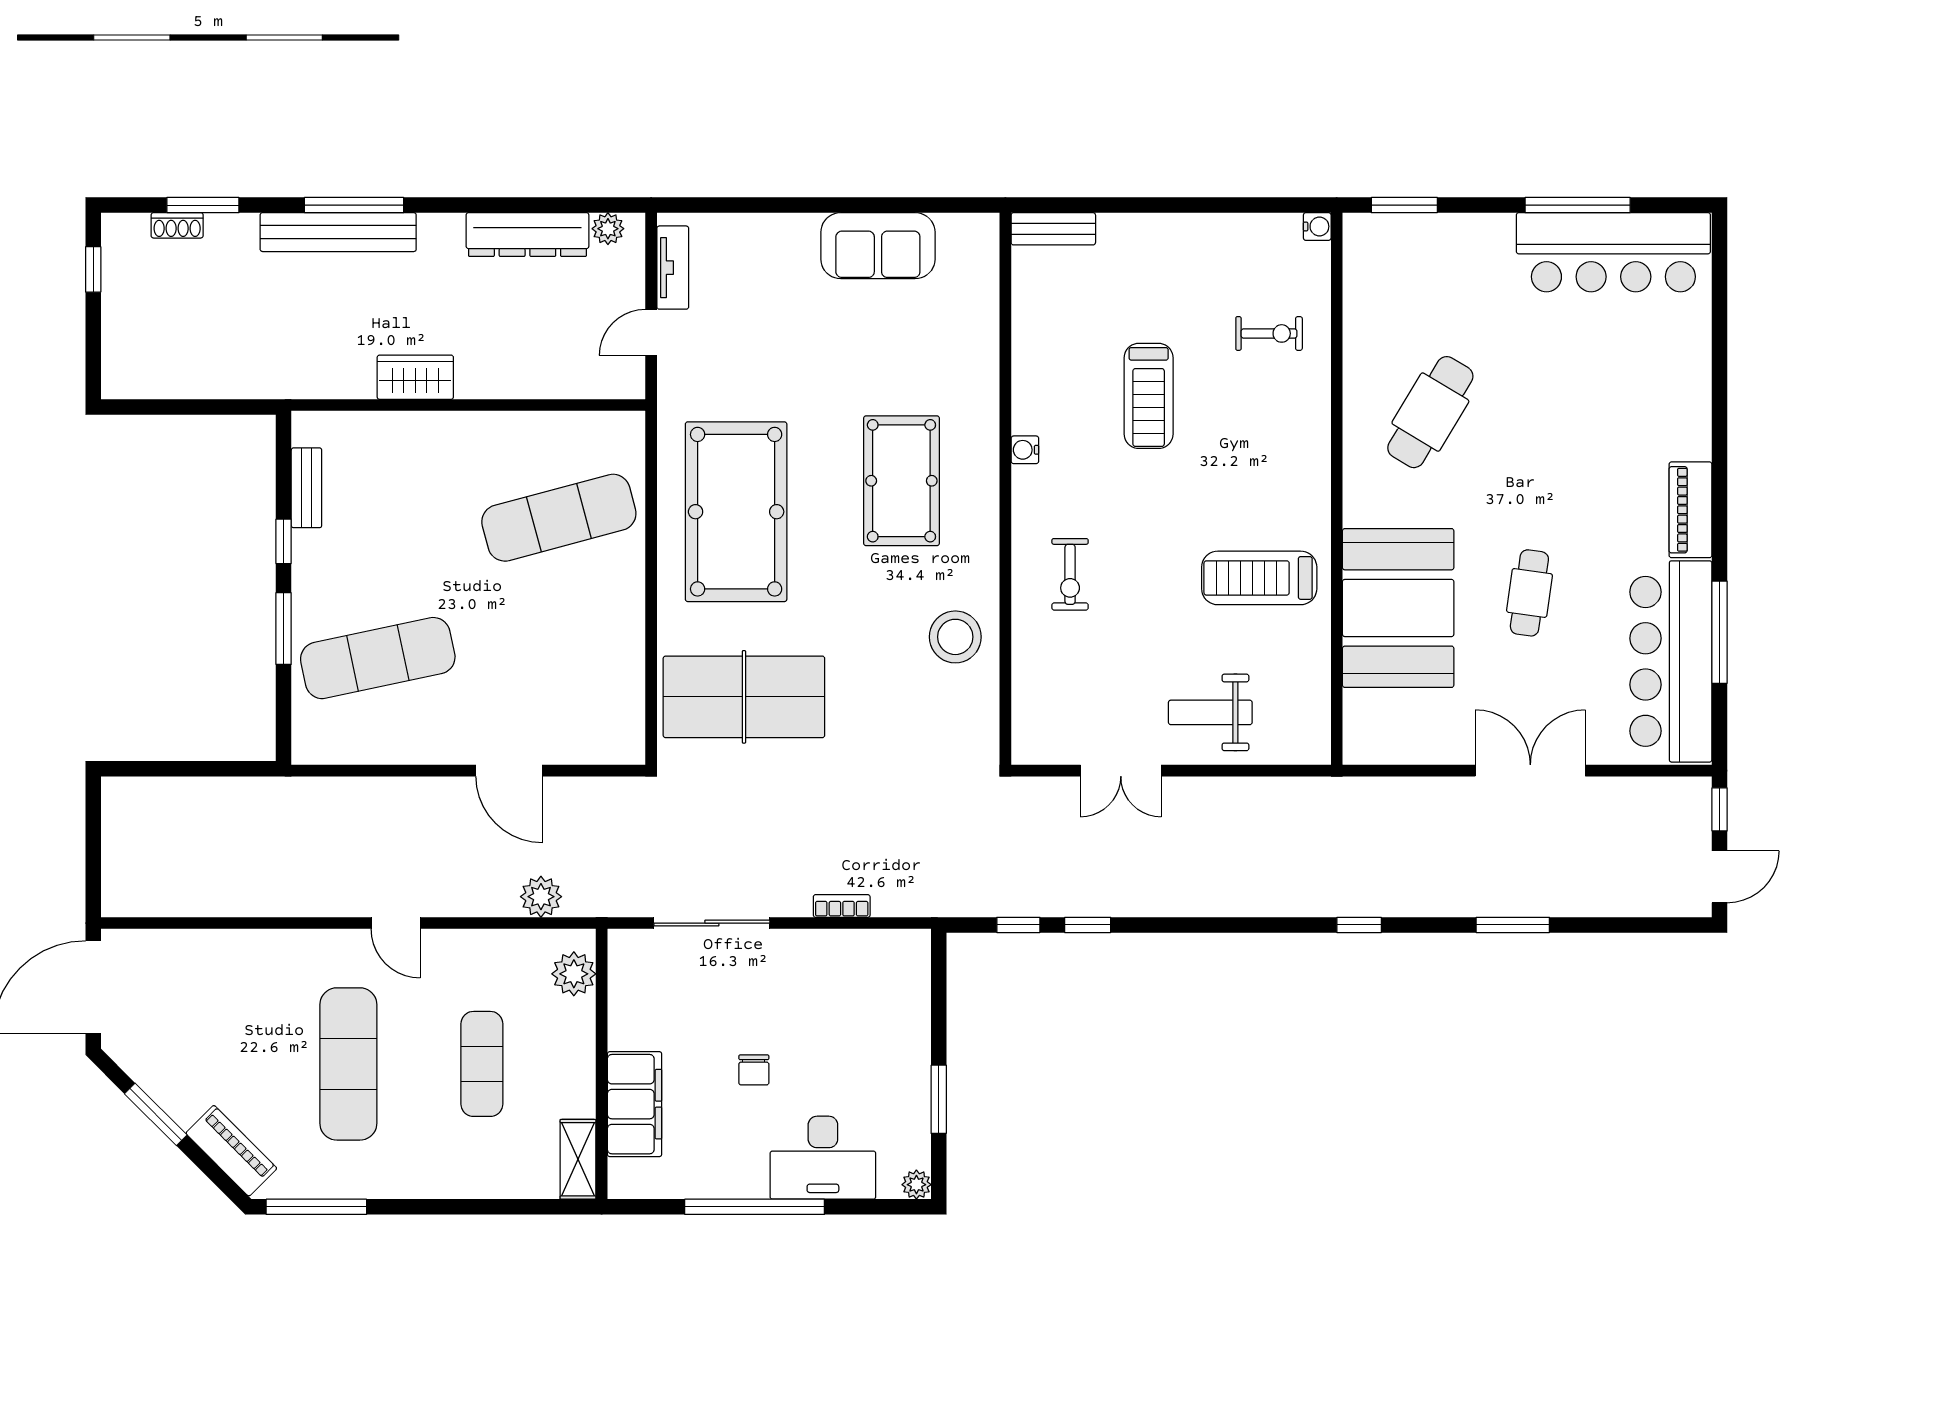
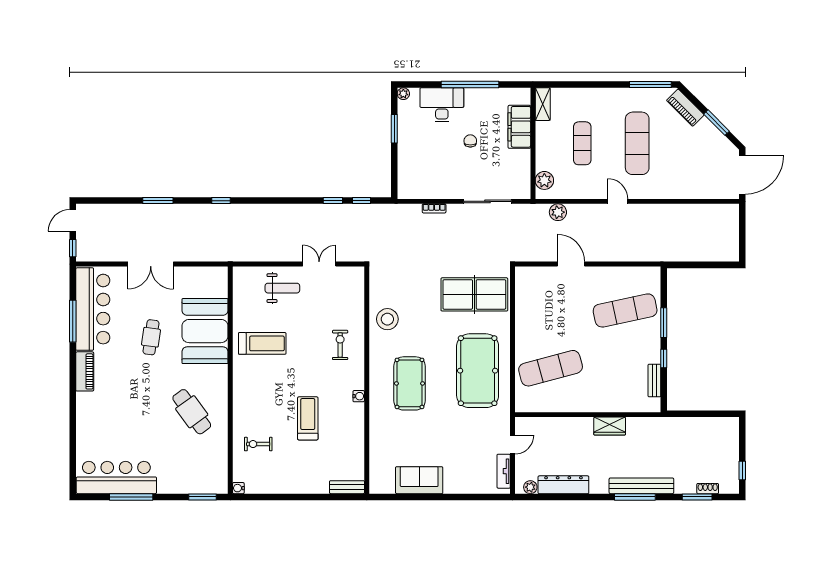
cafe table: (1430, 412) -> (192, 412), turned -67

